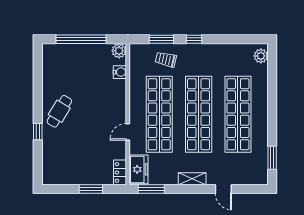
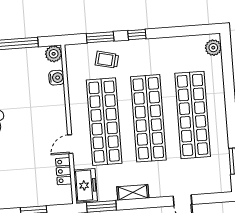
locker: (120, 172) -> (64, 171), moved
shelving: (192, 179) -> (133, 192), moved

